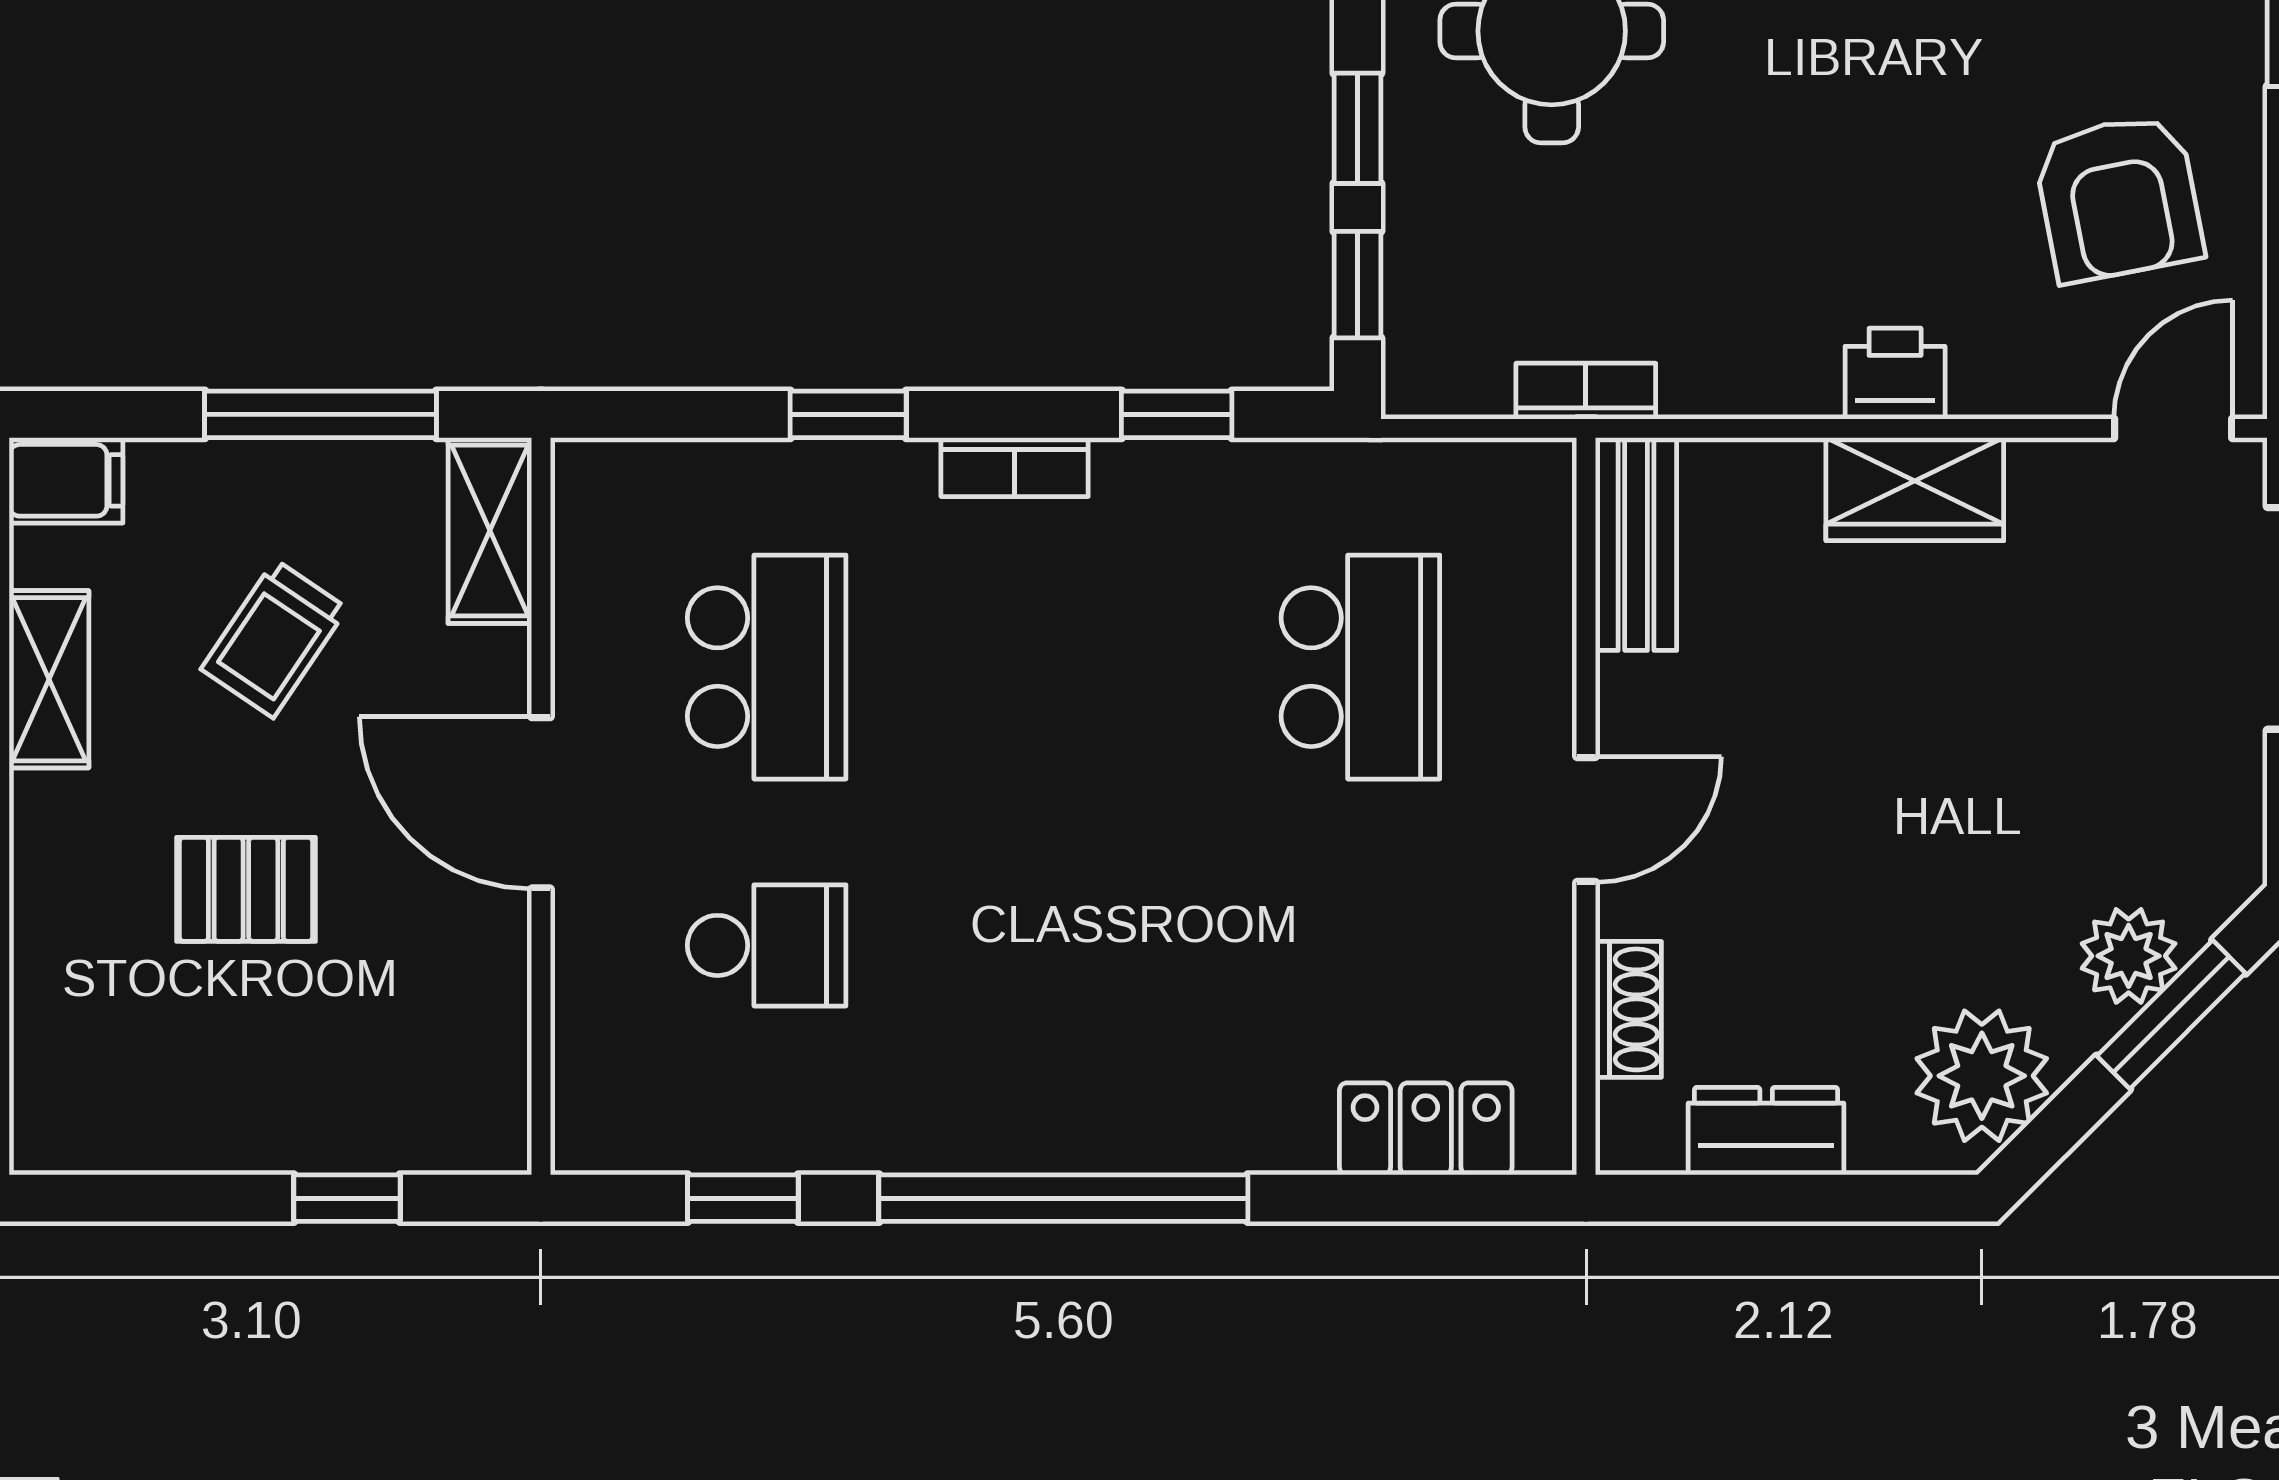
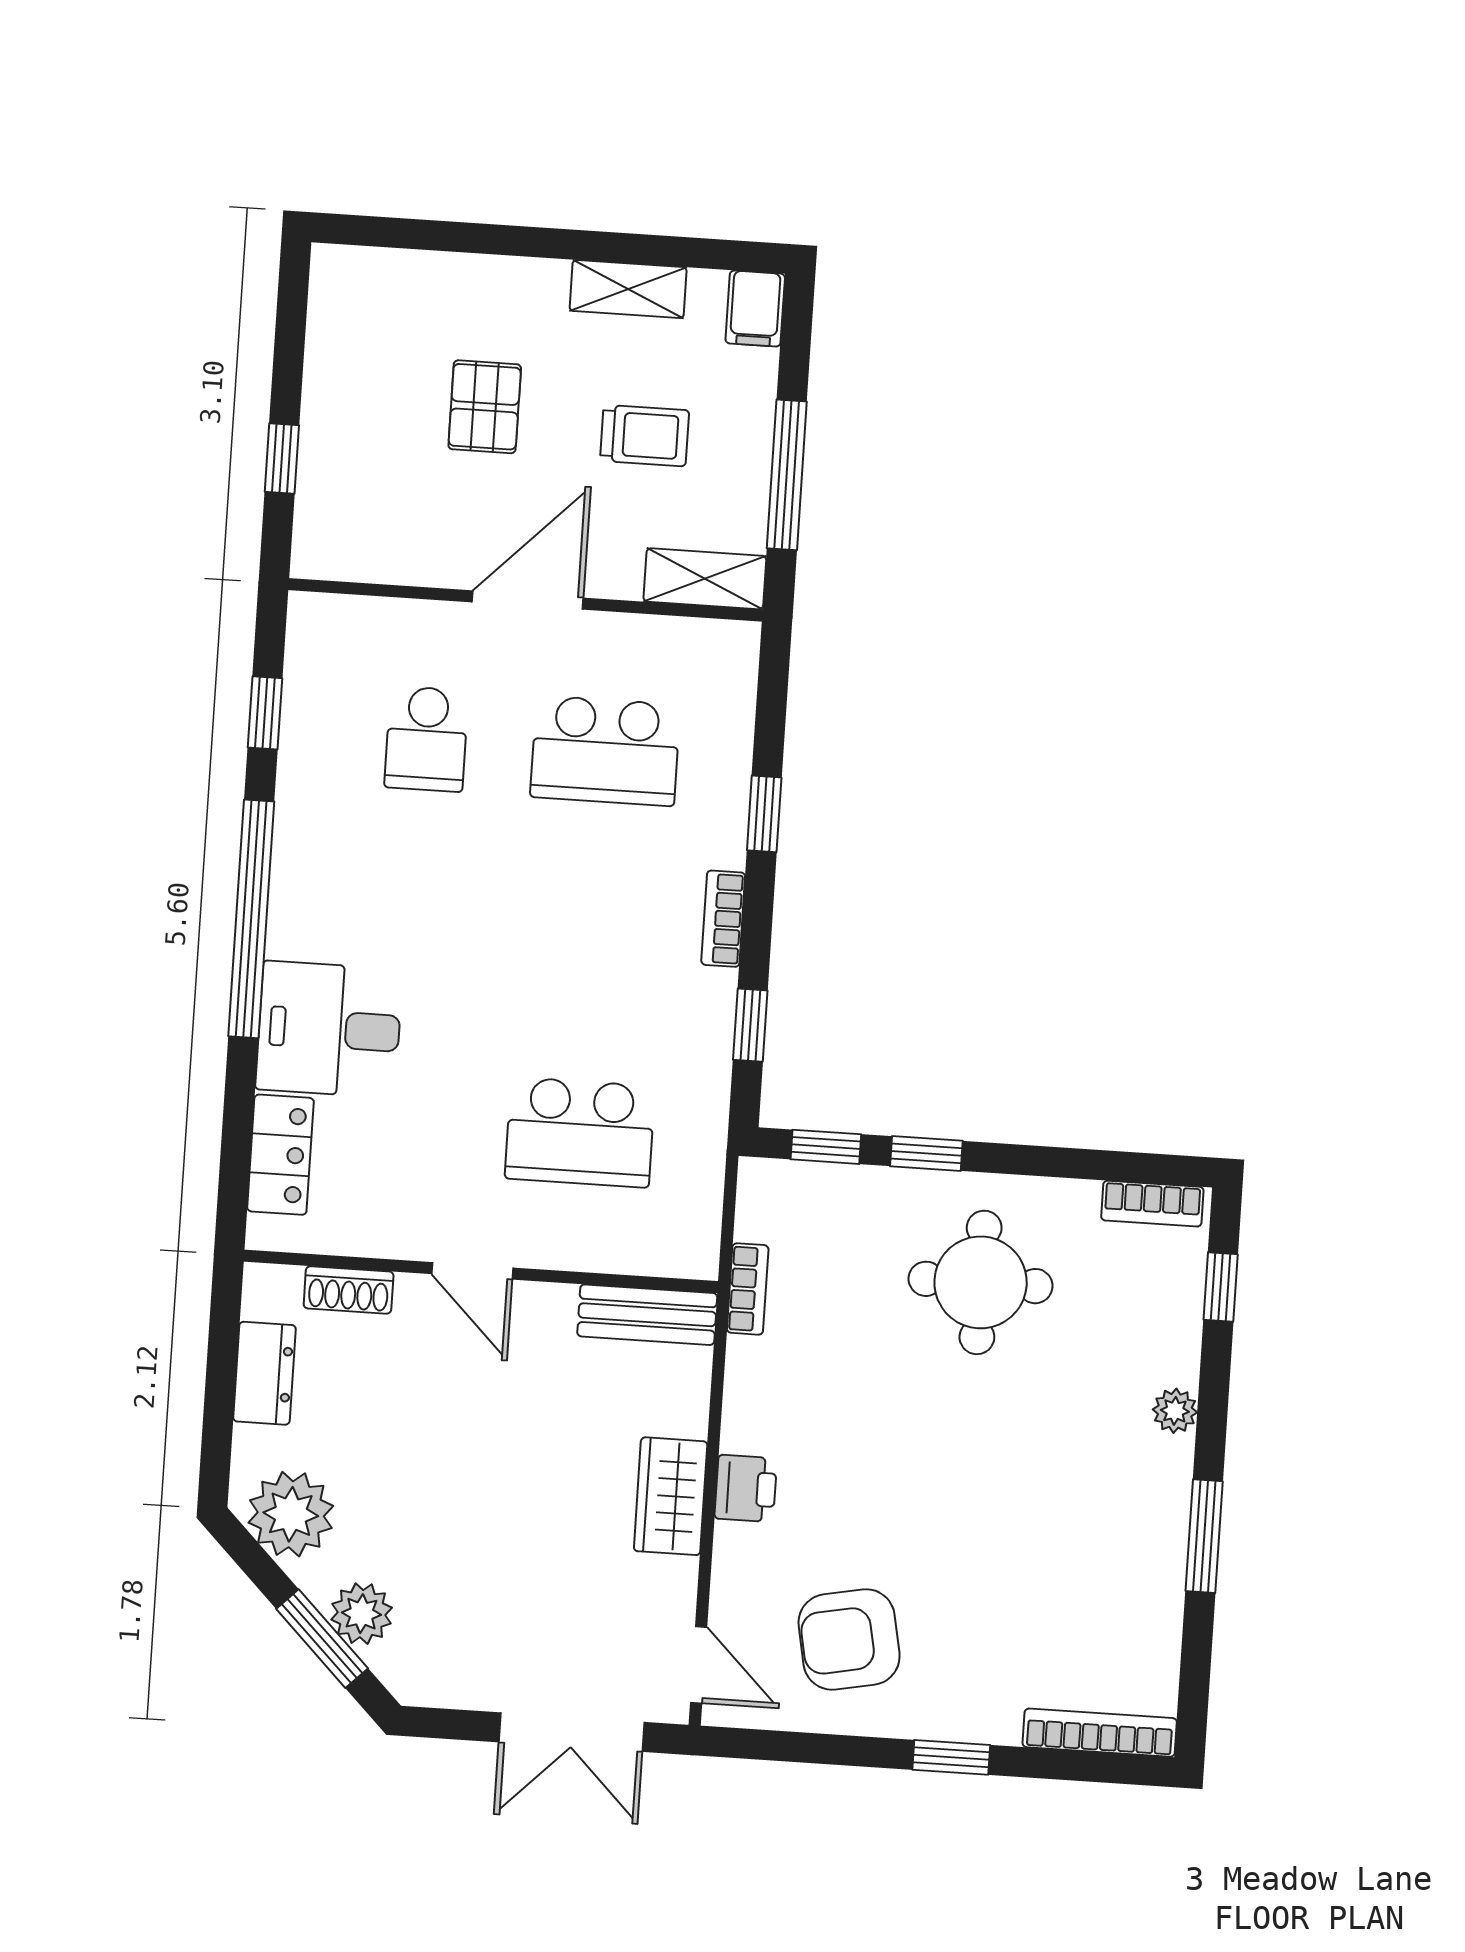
trolley: (274, 639) -> (645, 436), turned 146
desk: (1227, 1066) -> (329, 1029), added

